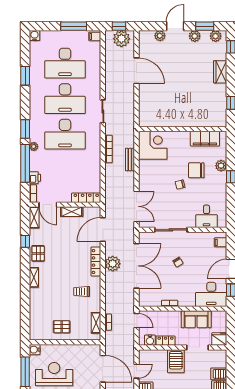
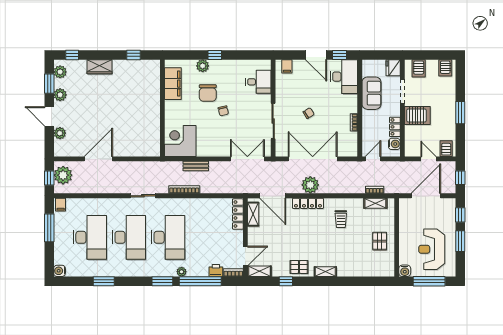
shelving: (72, 212) -> (253, 214), moved
server rack: (219, 374) -> (419, 68), moved

